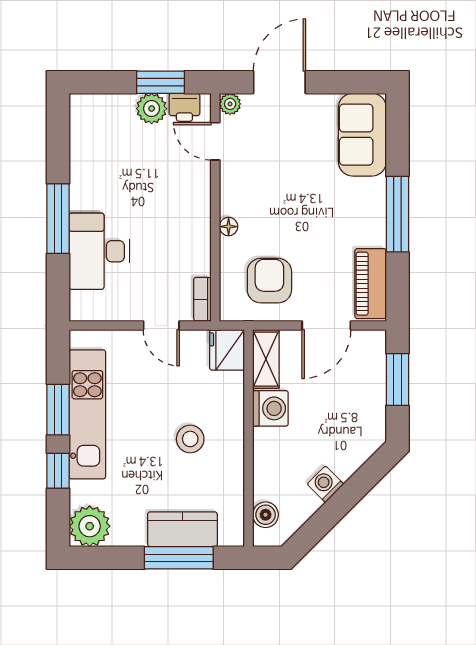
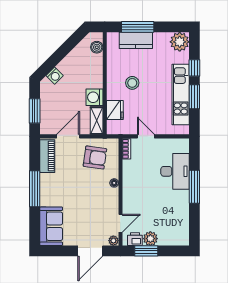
door: (215, 141) -> (120, 223), hinge flipped
armchair: (269, 281) -> (95, 157), turned -82
fridge: (227, 350) -> (115, 110), moved
washing machine: (325, 484) -> (55, 76), moved

